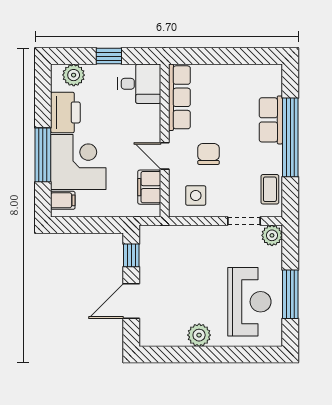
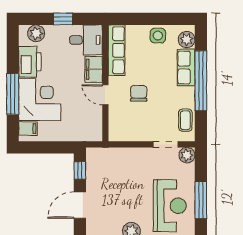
plant: (272, 83) -> (187, 40), added
filing cabinet: (149, 187) -> (94, 69), moved
side table: (196, 196) -> (158, 36), moved

